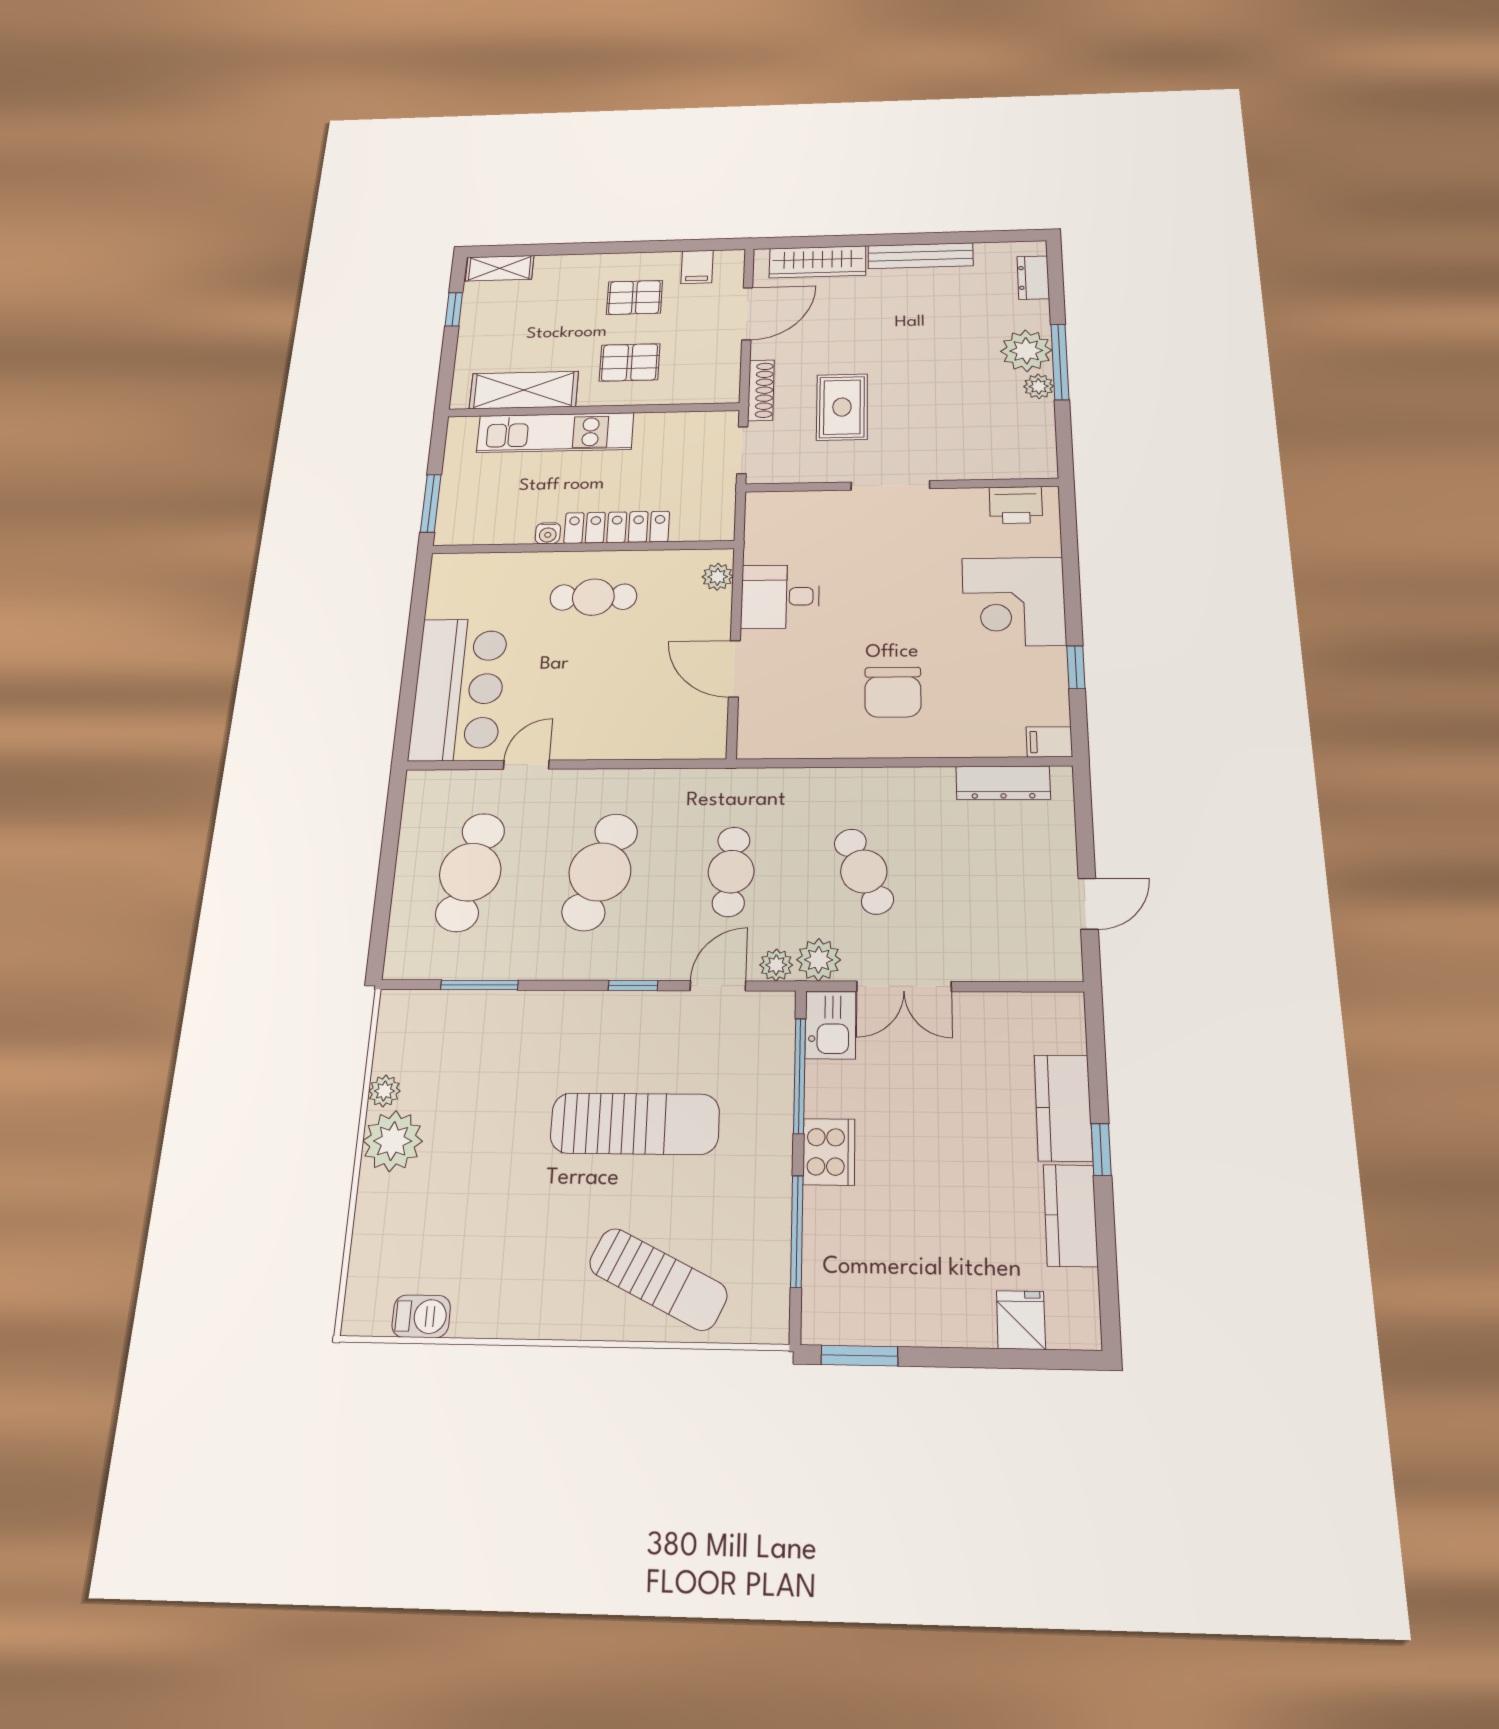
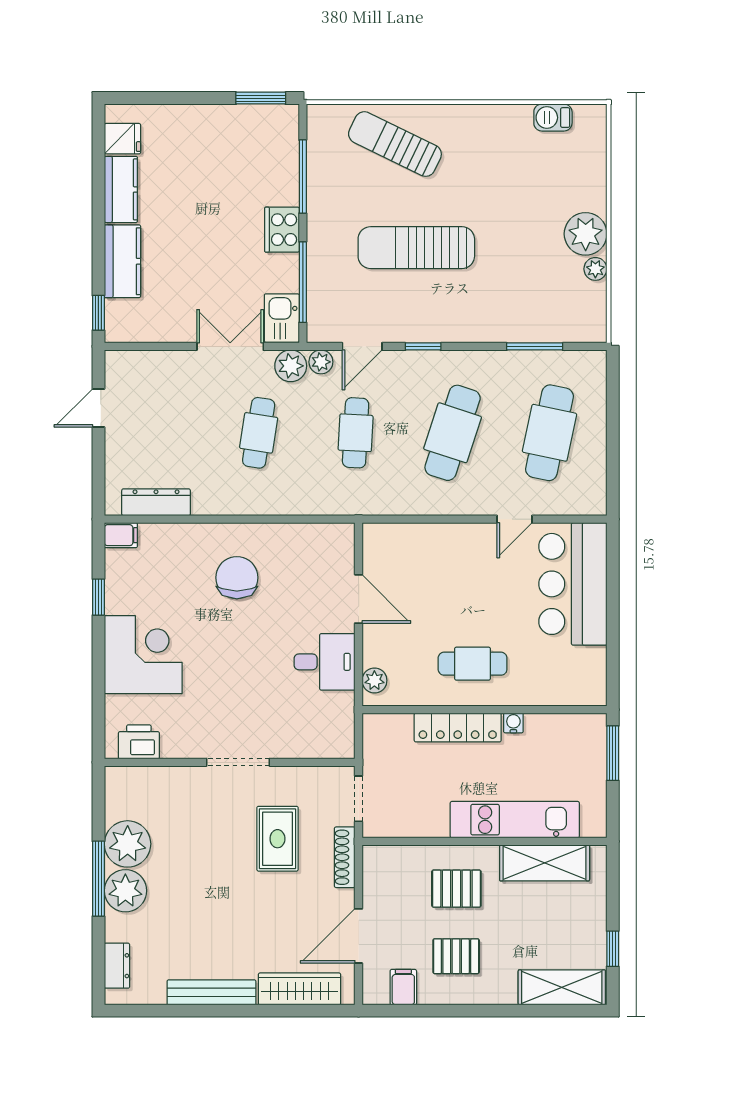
shelving: (500, 268) -> (562, 987), width x1.50, depth x1.33
plant: (1039, 386) -> (128, 844), width x1.88, depth x1.88
cafe table: (864, 871) -> (259, 433), turned 33
window: (1101, 1150) -> (98, 313), moved
fridge: (1021, 1320) -> (122, 139), moved, turned -90

